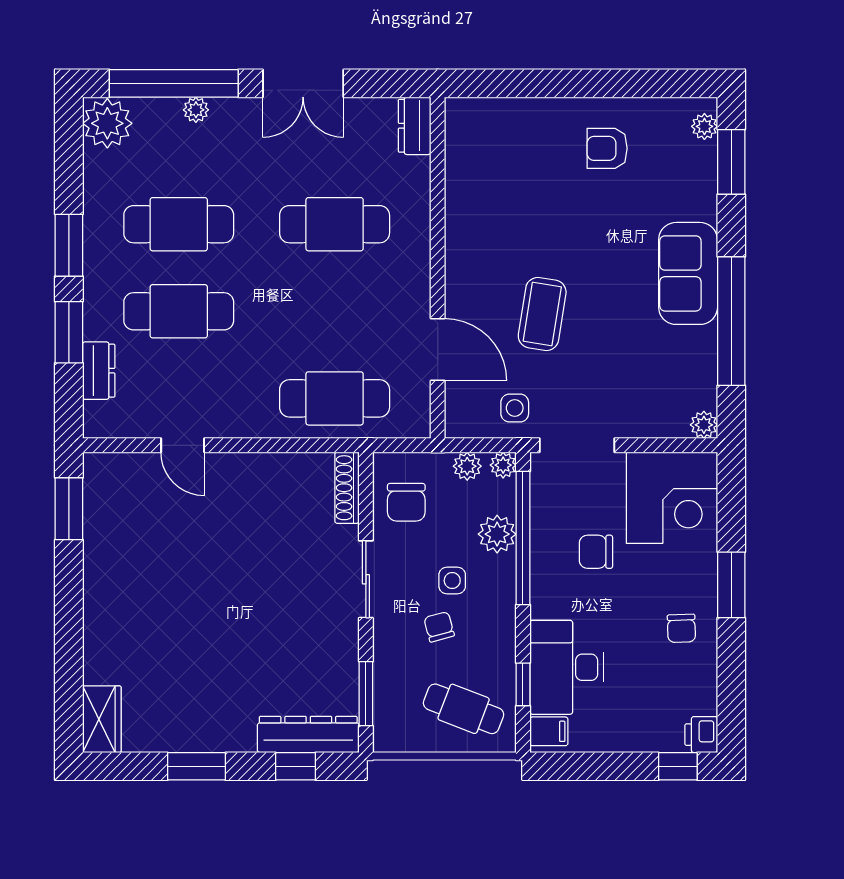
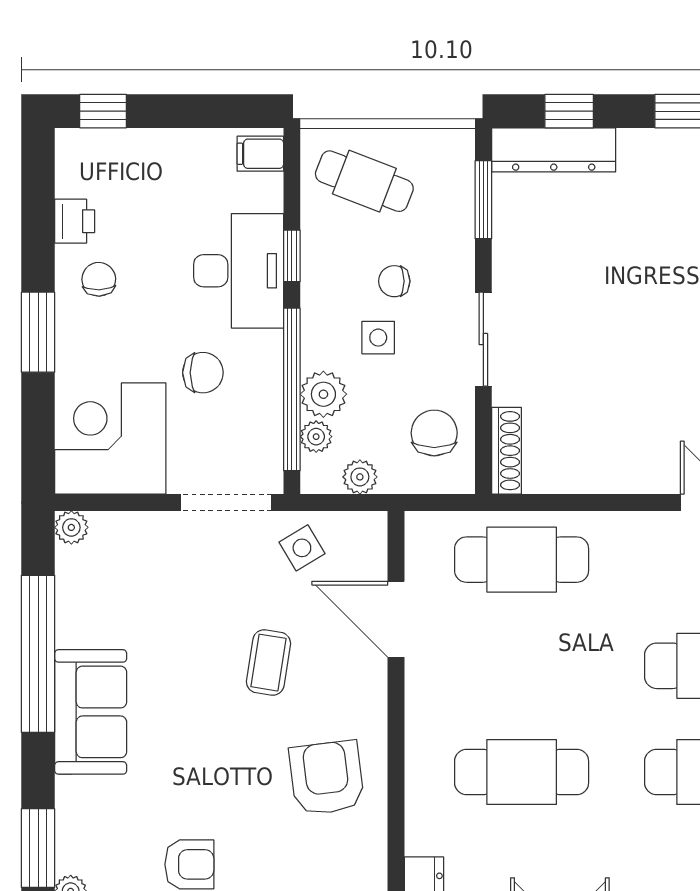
armchair: (494, 219) -> (327, 778), added
coffee table: (542, 314) -> (268, 663), width x0.73, depth x0.77
side table: (515, 408) -> (302, 548), turned -31
plant: (503, 465) -> (316, 437), moved
chair: (439, 627) -> (394, 281), turned 105
desk: (567, 667) -> (239, 271), moved
window: (523, 684) -> (292, 256), moved
printer: (701, 735) -> (75, 221), moved

